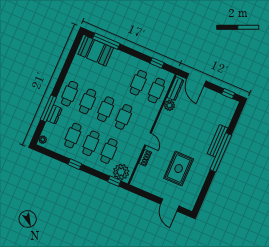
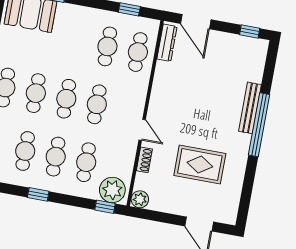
plant: (169, 105) -> (140, 199), moved
rug: (179, 169) -> (200, 165), turned 90

